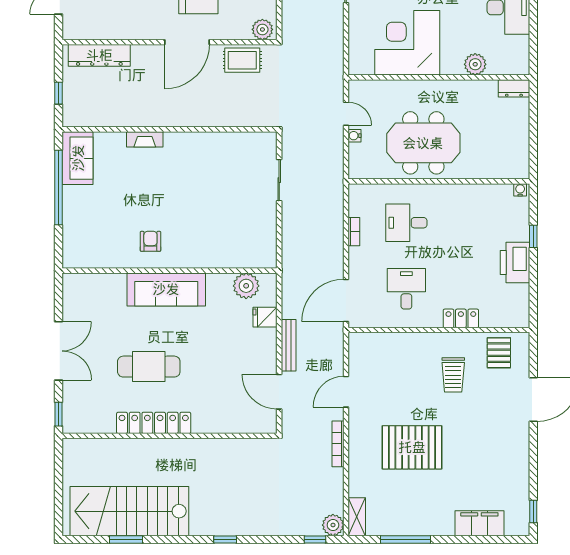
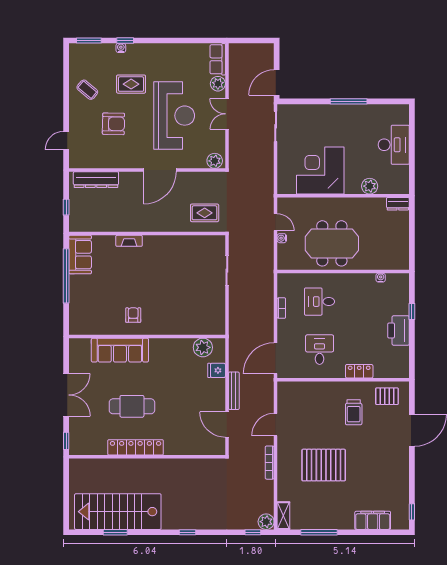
rug: (242, 60) -> (205, 213), moved
water cooler: (520, 190) -> (381, 278), moved
sofa: (166, 289) -> (120, 350), moved
pallet: (499, 353) -> (387, 396), turned 90

